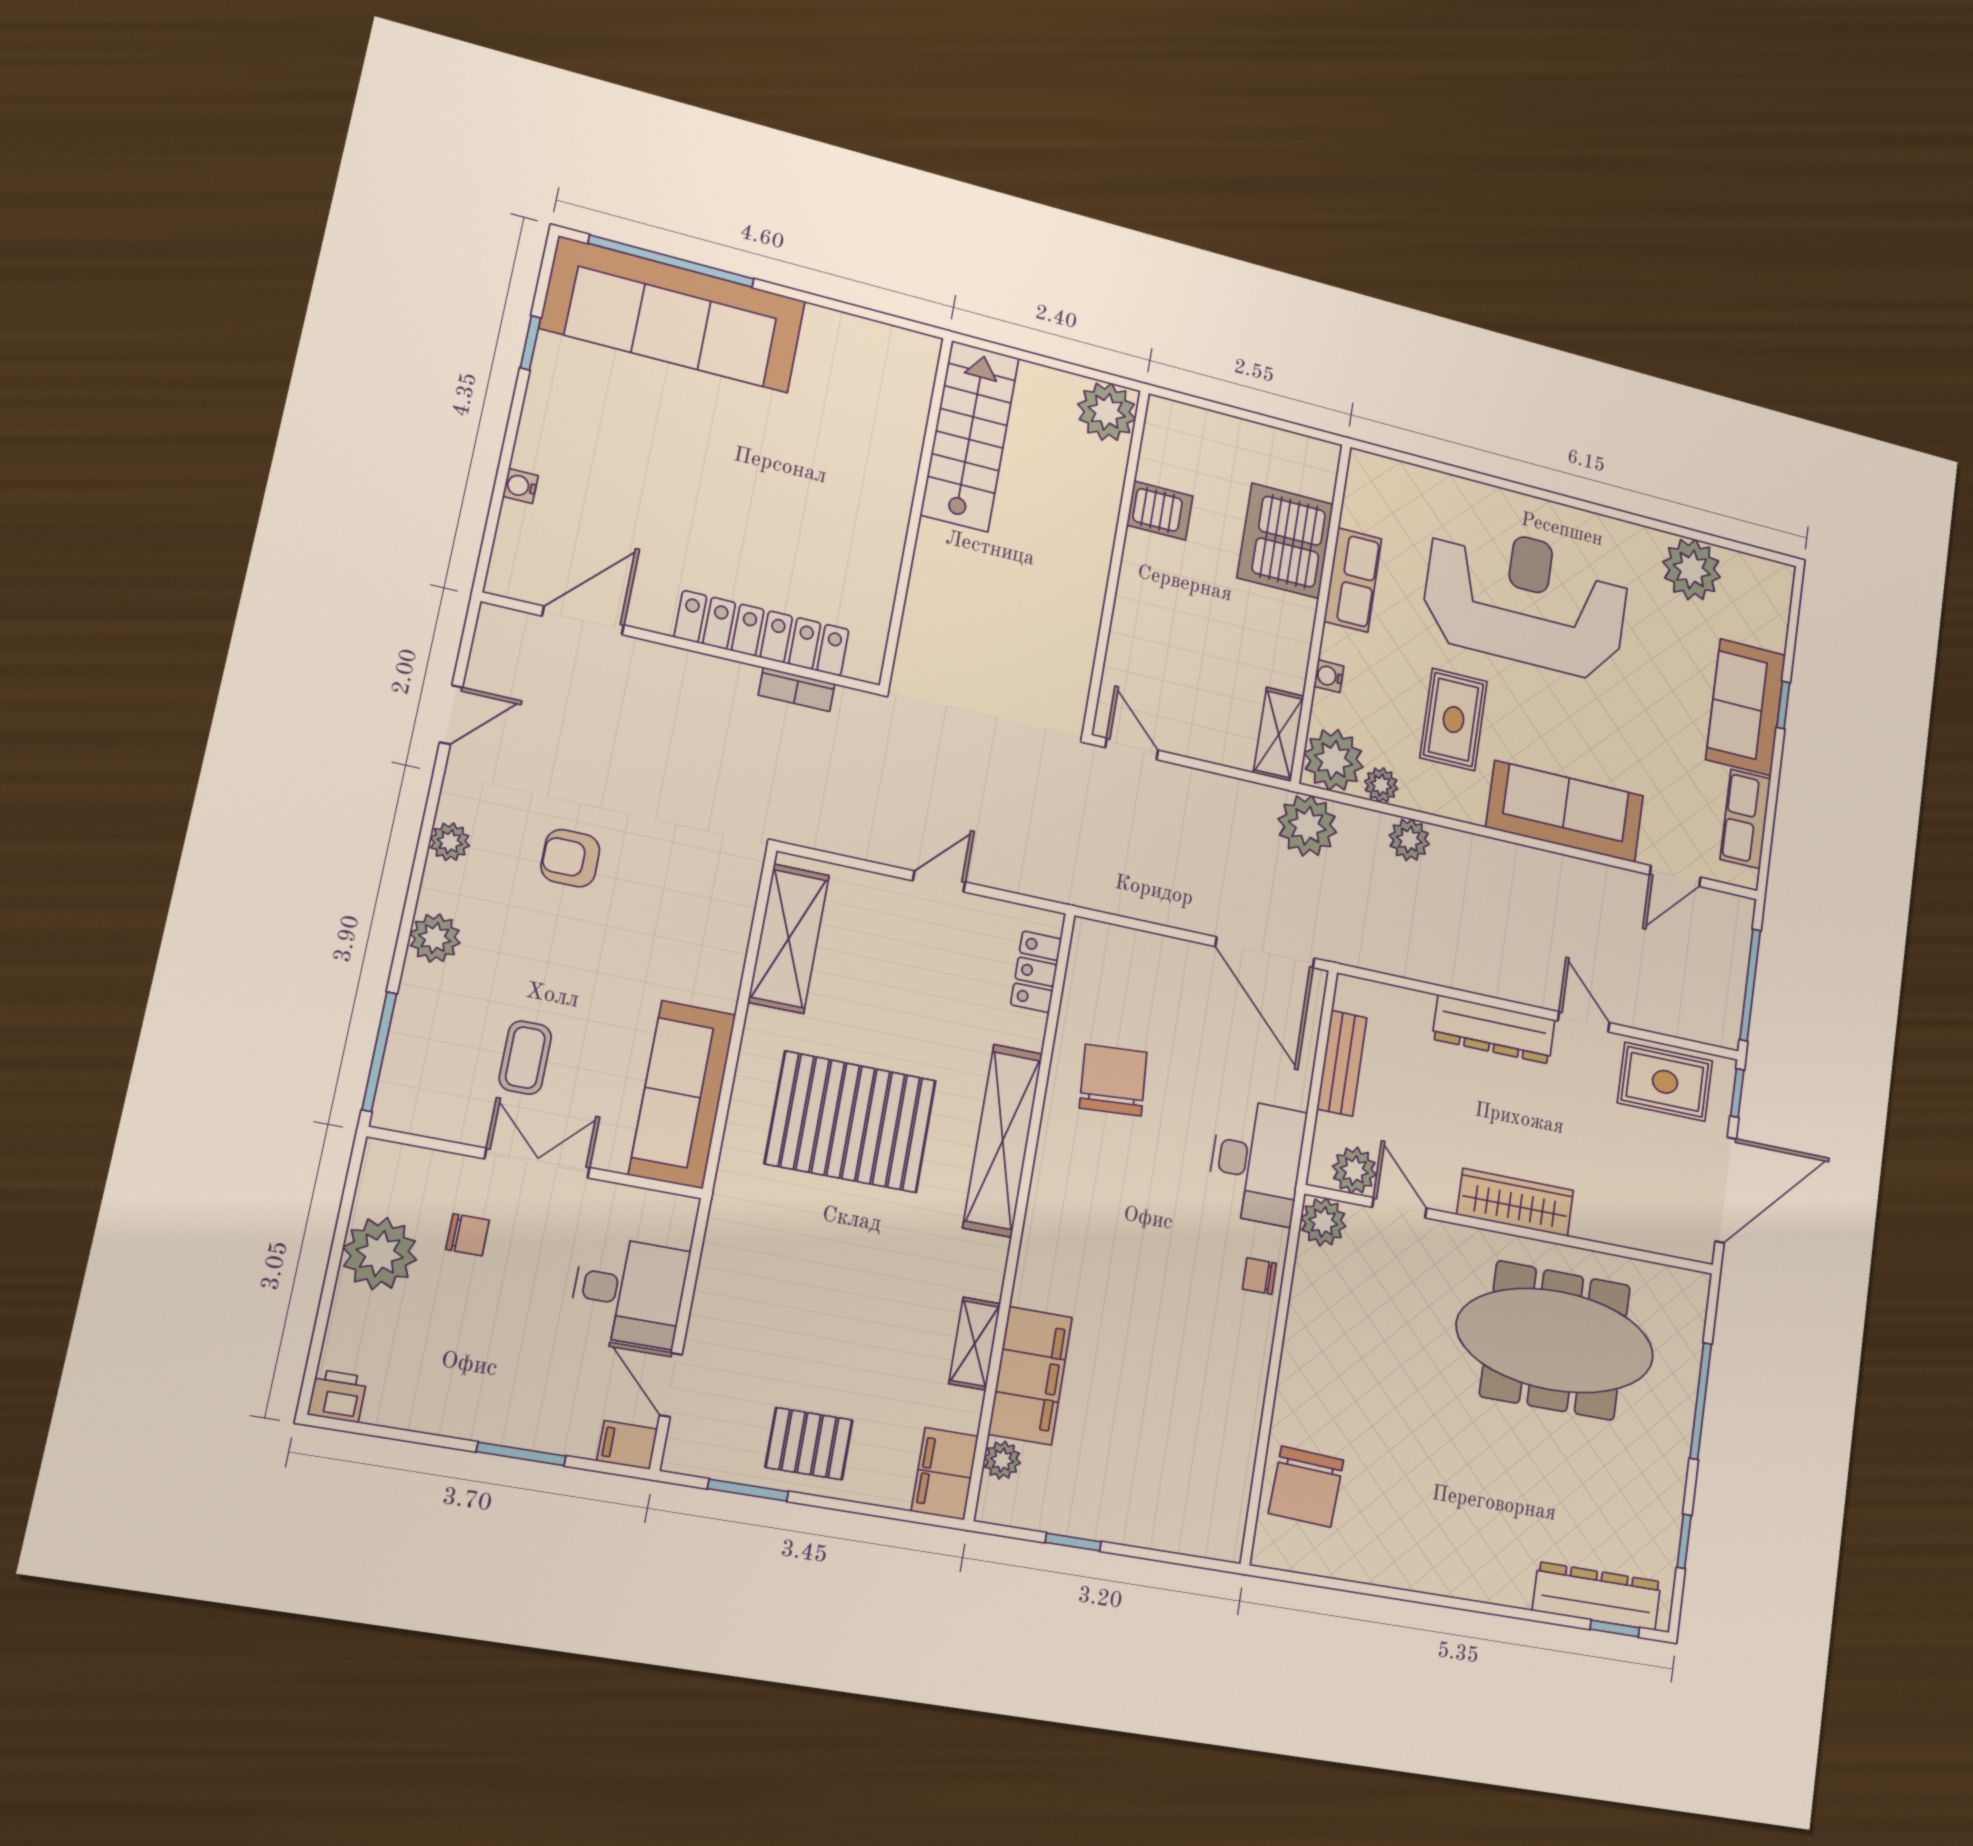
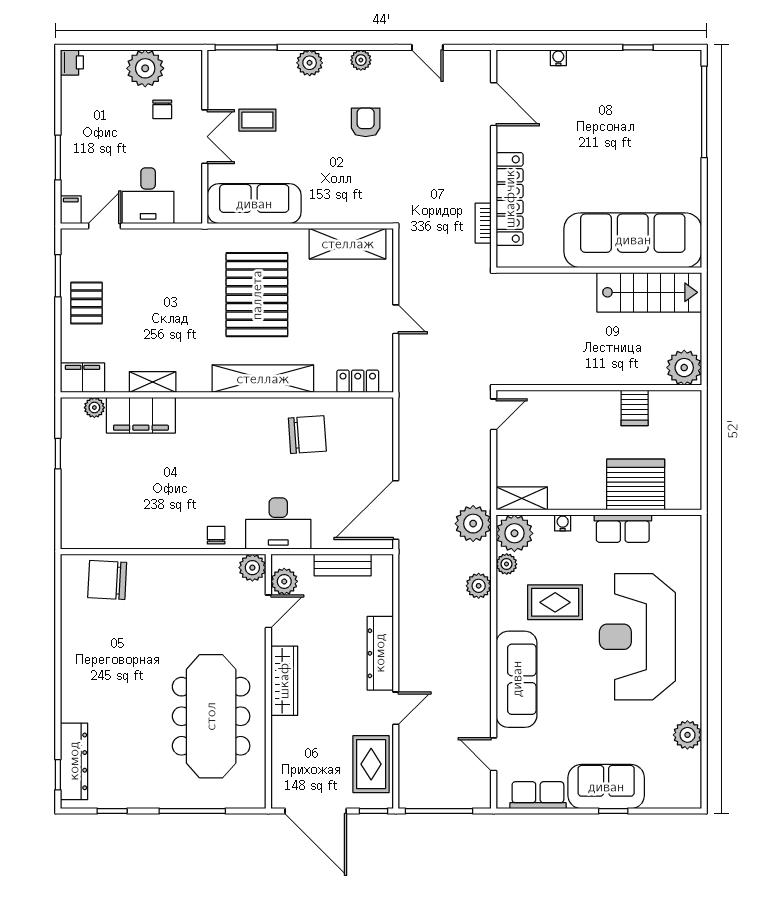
sofa: (674, 315) -> (633, 240), moved, turned 90
plant: (1692, 570) -> (687, 735), width x0.73, depth x0.73
reception desk: (1526, 600) -> (637, 637), turned 180

